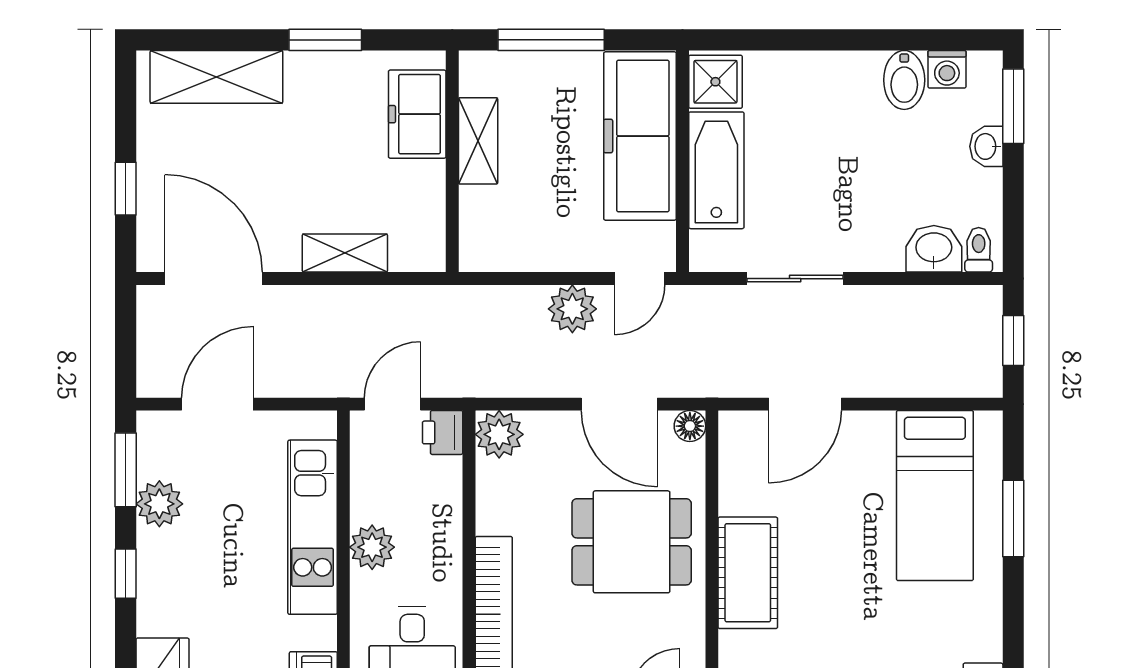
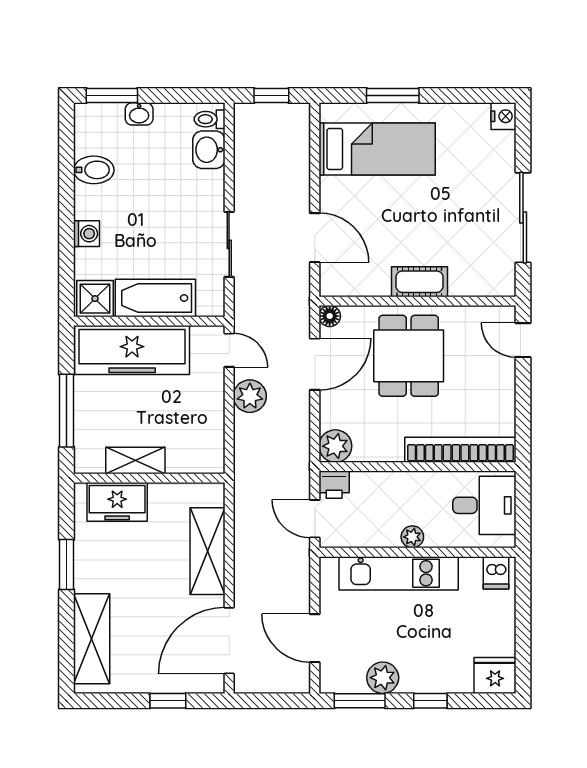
washing machine: (947, 69) -> (87, 234), moved
shelving: (345, 253) -> (207, 551), width x1.50, depth x1.33
plant: (372, 547) -> (412, 537), width x0.73, depth x0.73
cot: (748, 573) -> (419, 282), width x0.73, depth x0.75

